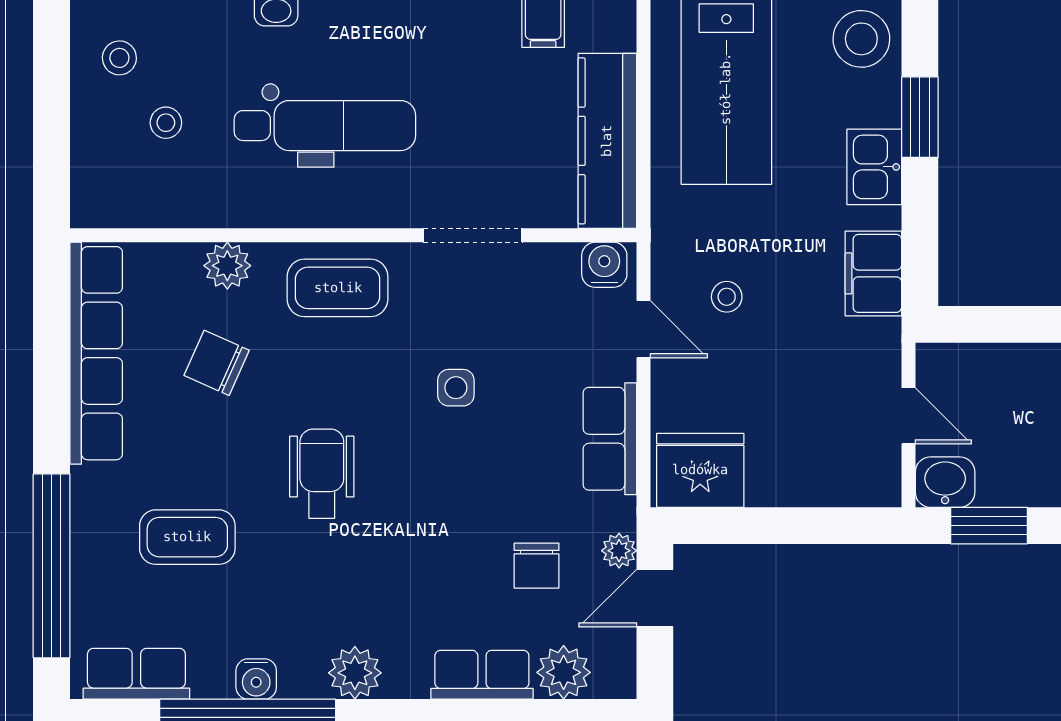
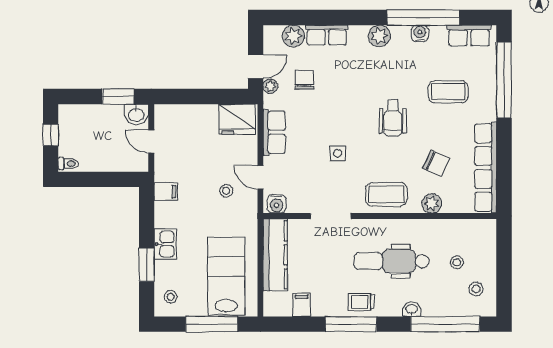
trolley: (398, 27) -> (361, 302), added
stool: (861, 39) -> (171, 297), width x0.53, depth x0.53
filing cabinet: (873, 273) -> (166, 192), width x0.50

